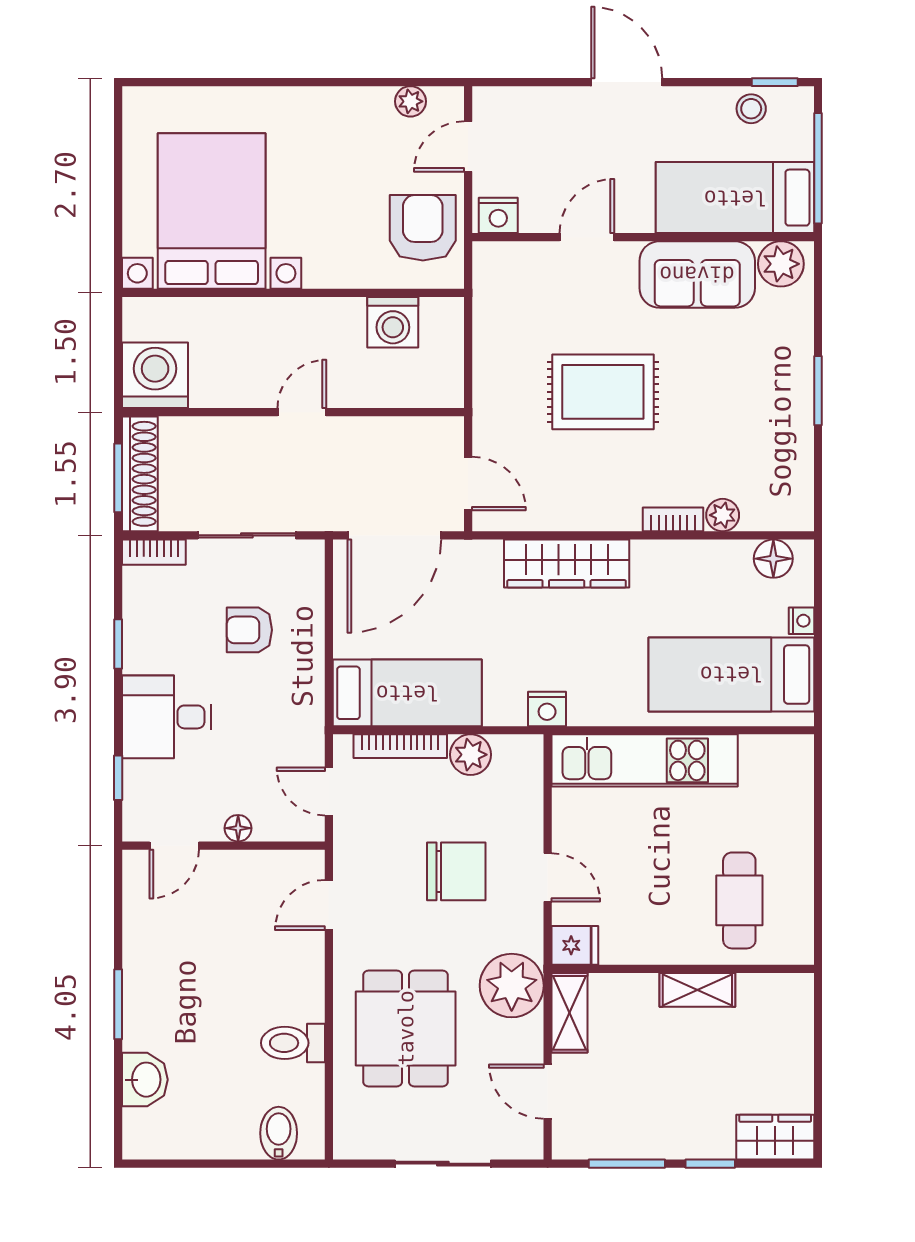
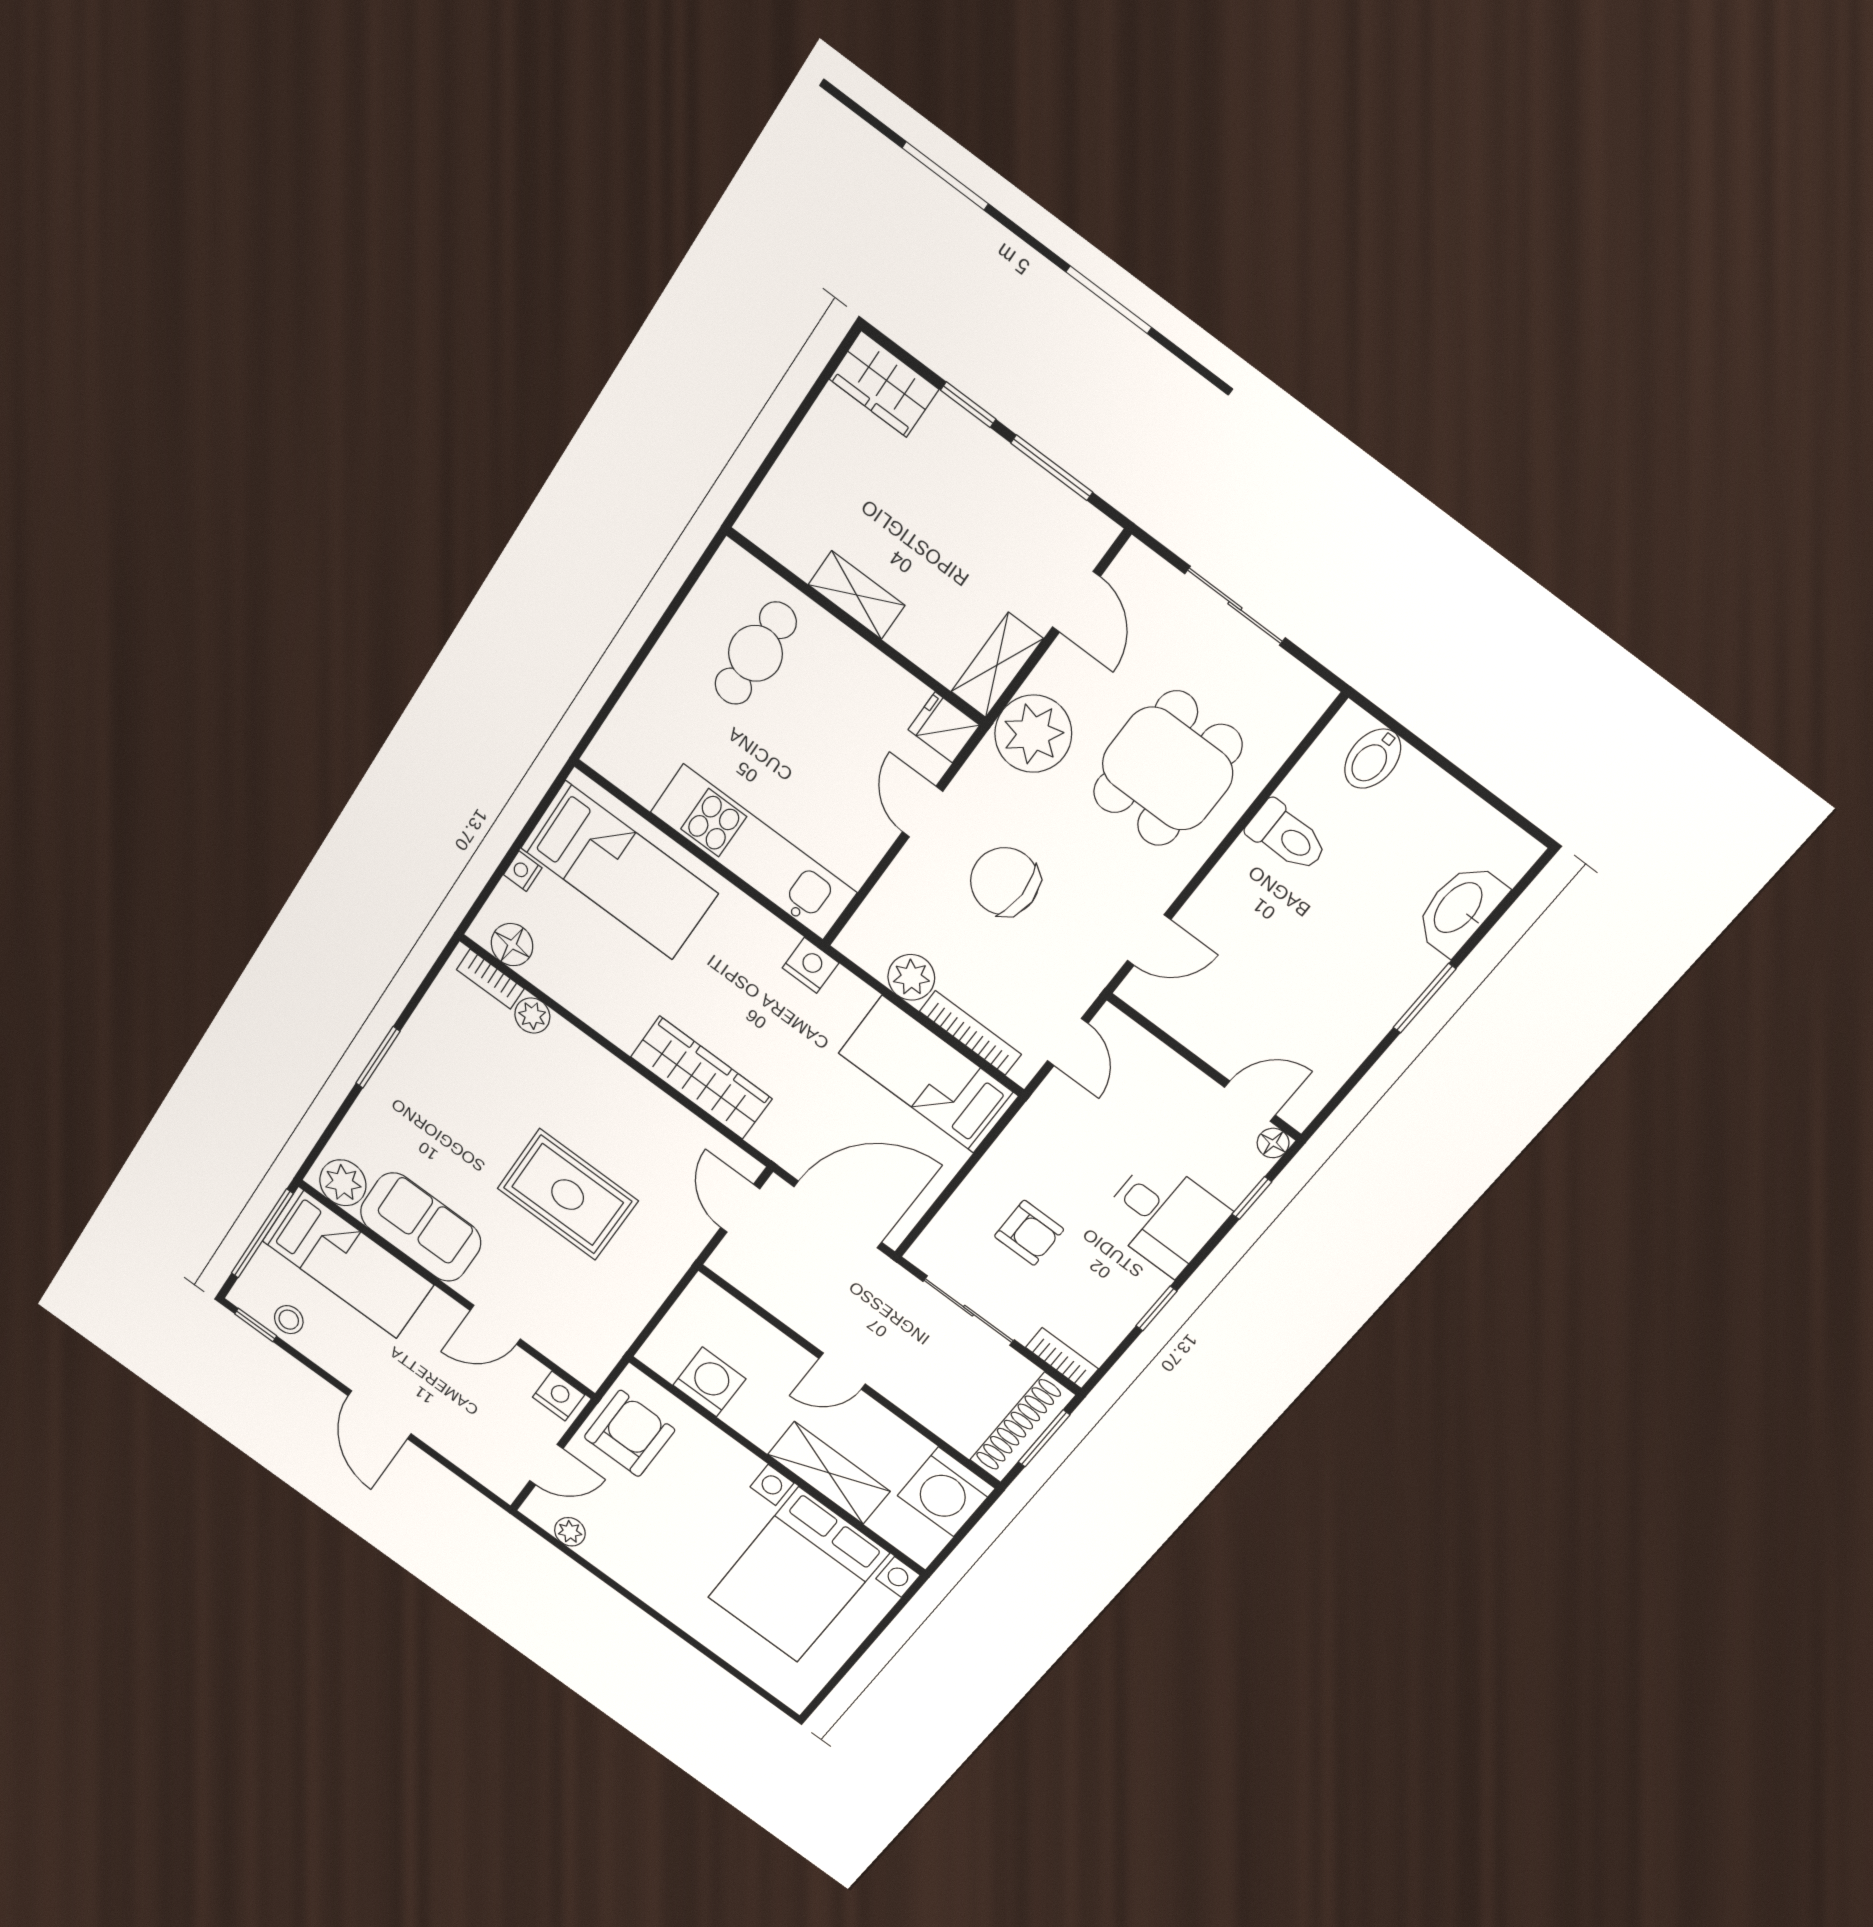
armchair: (423, 228) -> (629, 1434), turned 180
shelving: (251, 319) -> (829, 1473), added
bookcase: (673, 519) -> (490, 979), moved
floor lamp: (238, 828) -> (1273, 1143), moved
washbasin: (145, 1080) -> (1459, 909), width x1.38

